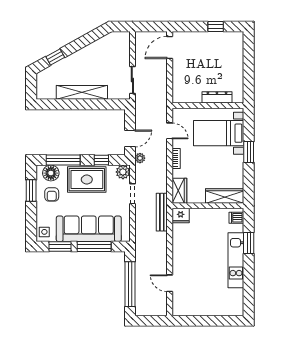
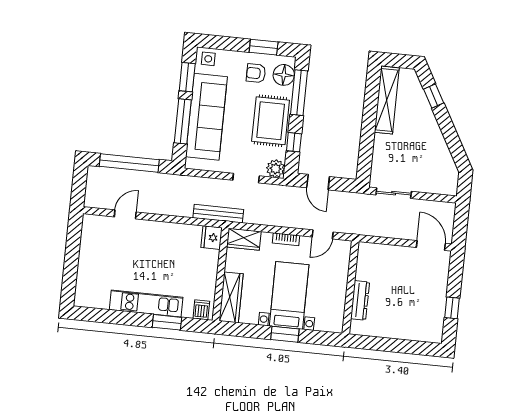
shelving: (82, 92) -> (387, 100), moved
bed with nightstands: (219, 133) -> (289, 295), moved
plant: (140, 158) -> (291, 193), removed

